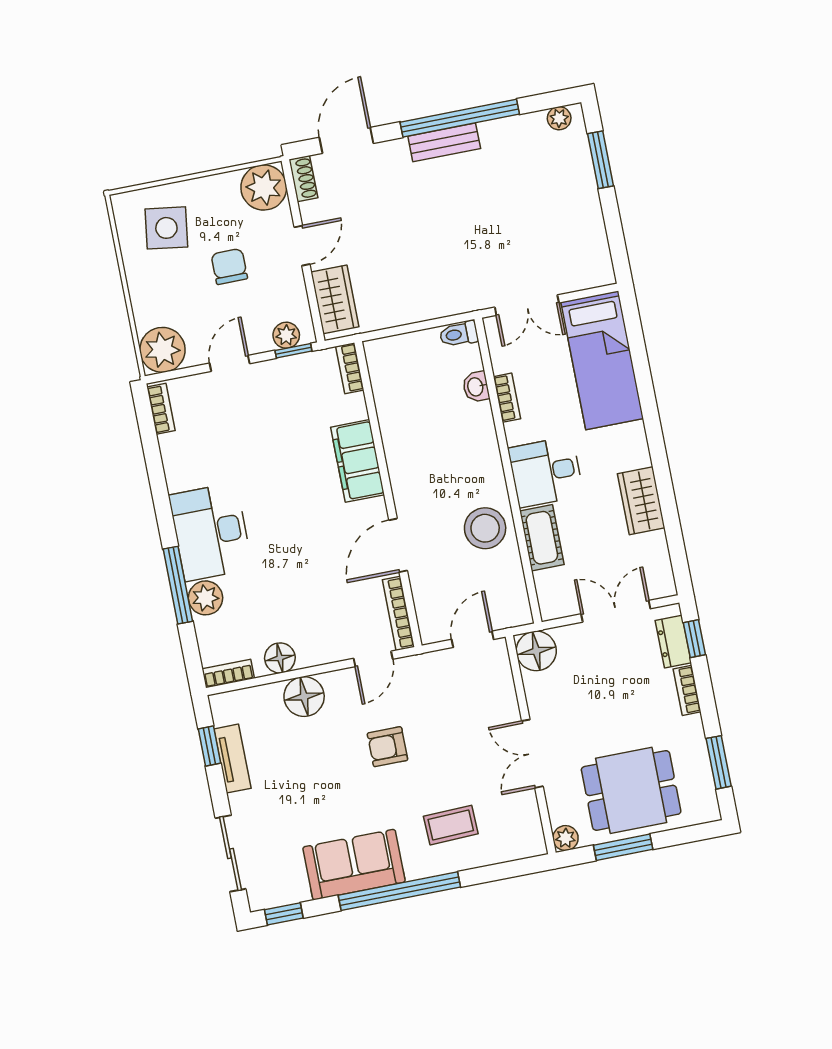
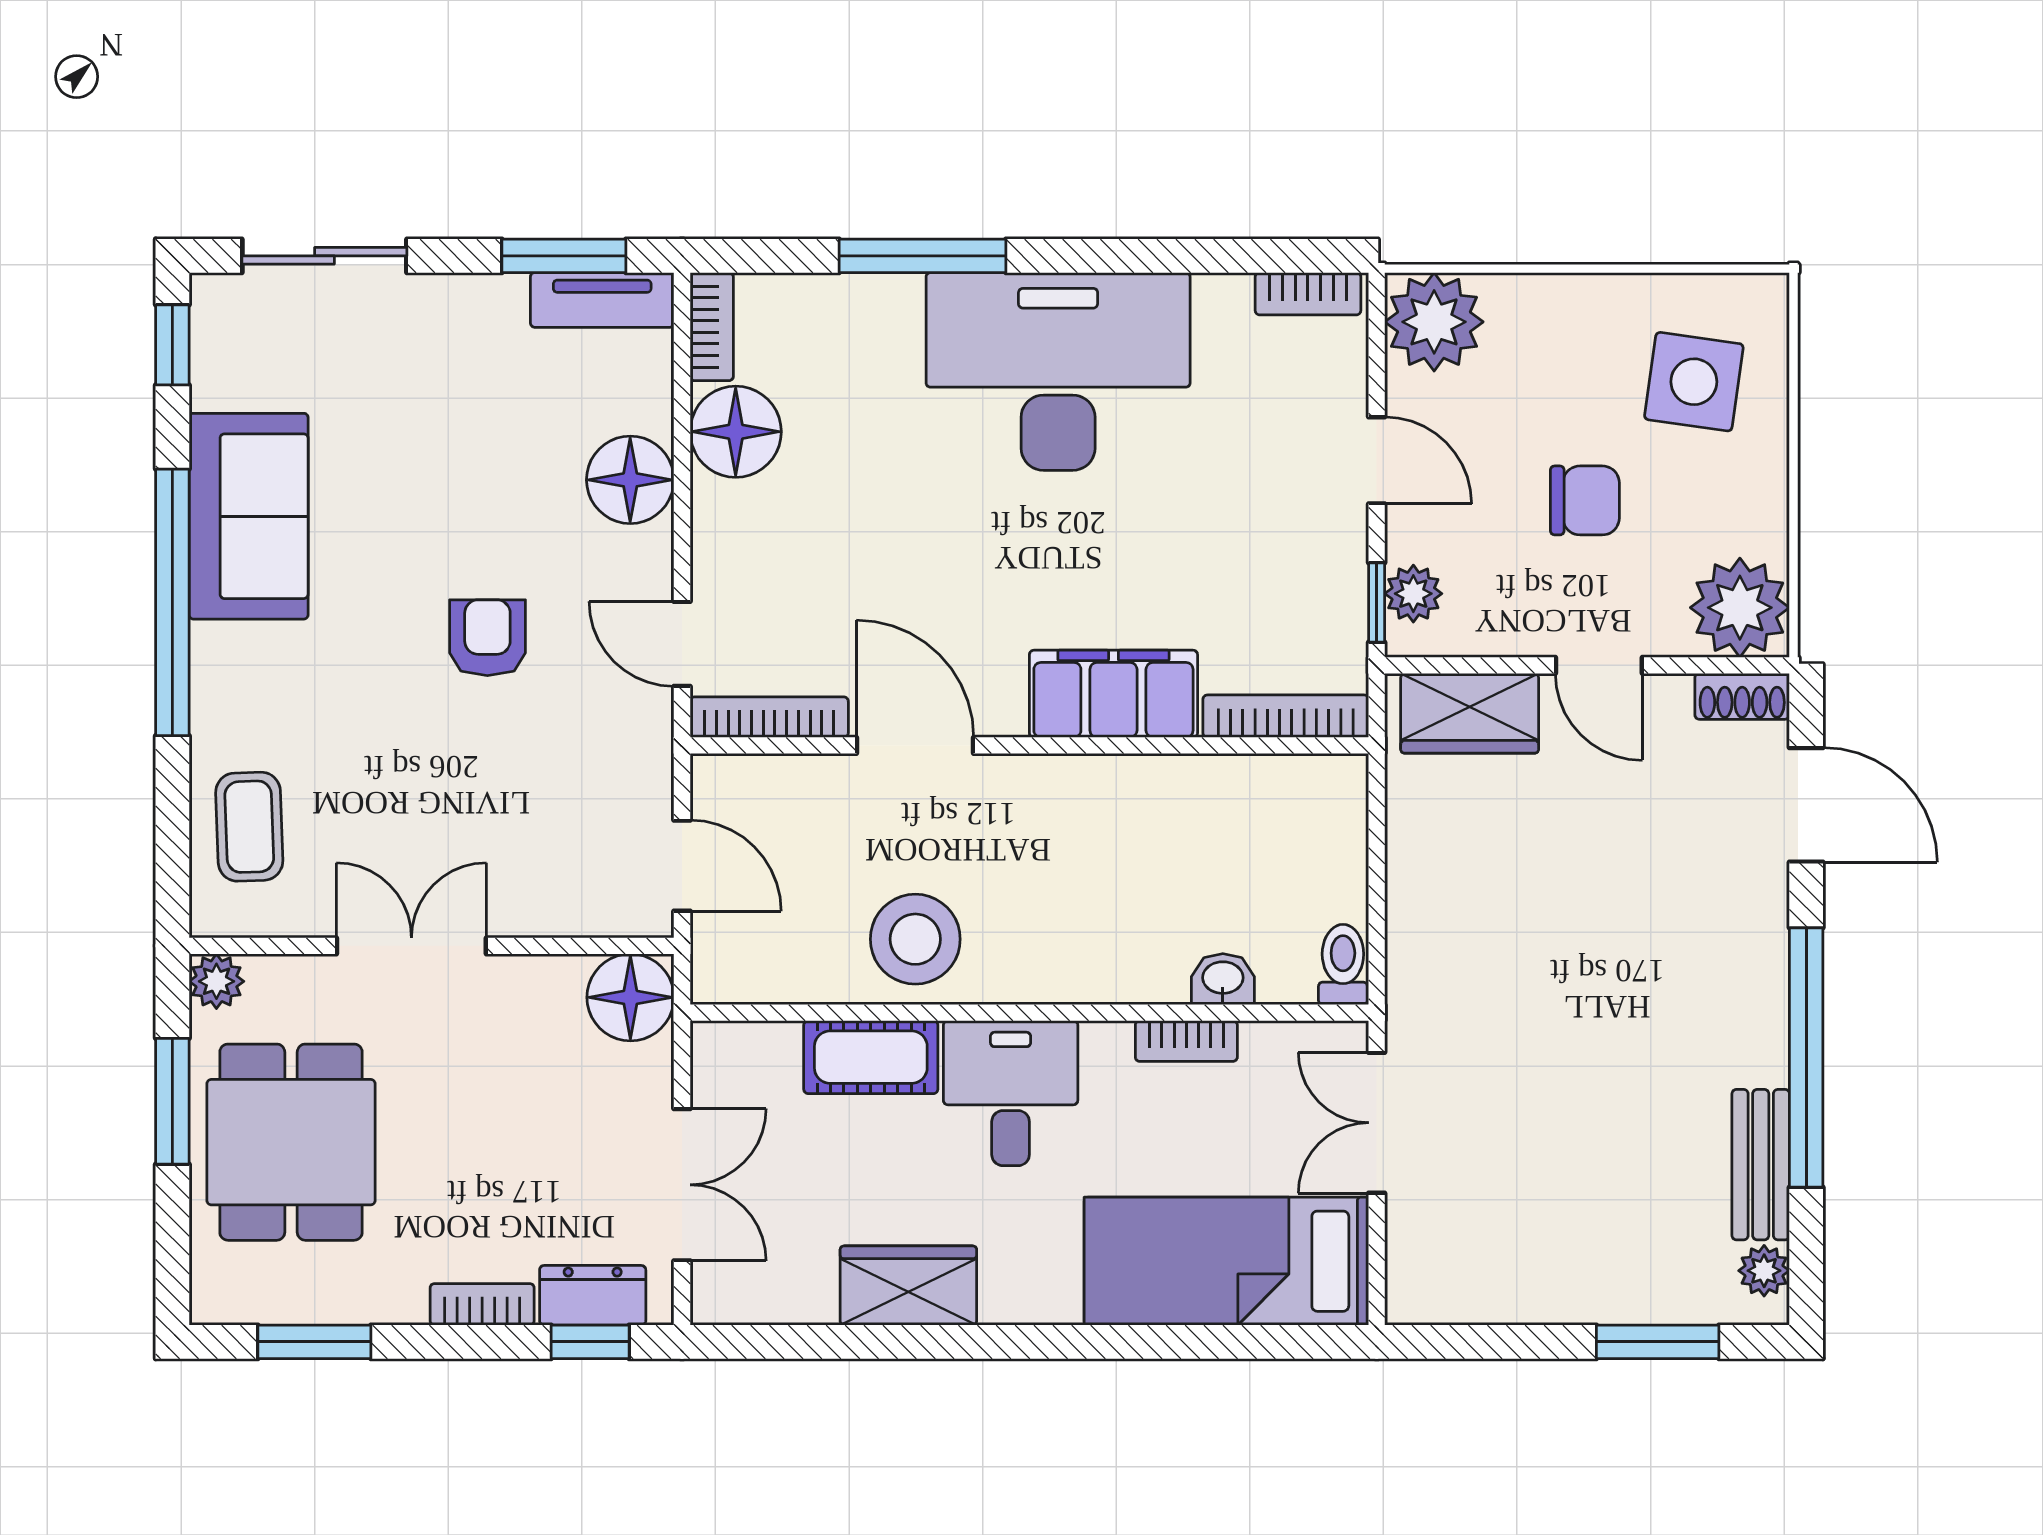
bench: (444, 142) -> (1761, 1165), moved
bookcase: (350, 368) -> (1286, 716), width x1.56
desk: (211, 532) -> (1058, 371), width x1.36, depth x1.30
plant: (206, 598) -> (883, 310), removed
floor lamp: (280, 658) -> (736, 432), width x1.38, depth x1.38
window: (209, 746) -> (564, 256), width x1.50
tv unit: (232, 759) -> (602, 300), moved
coffee table: (451, 825) -> (249, 827), moved

